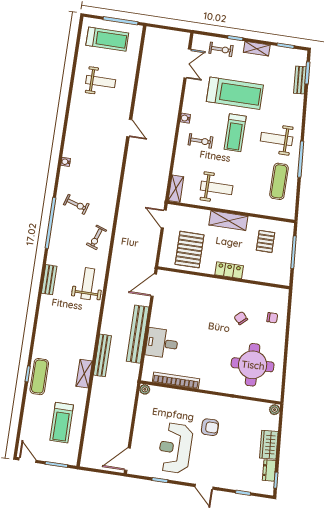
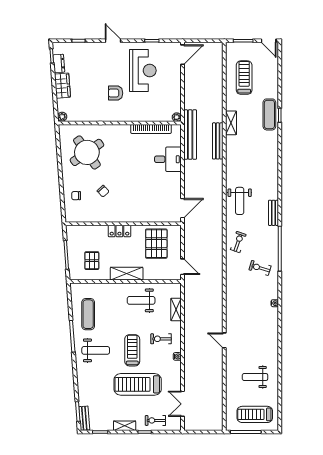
bench: (300, 80) -> (84, 418), moved
shelving: (176, 189) -> (176, 309), moved
bench: (49, 280) -> (274, 213), moved
bench: (138, 334) -> (190, 135), moved
round table: (253, 365) -> (87, 152), turned -33

